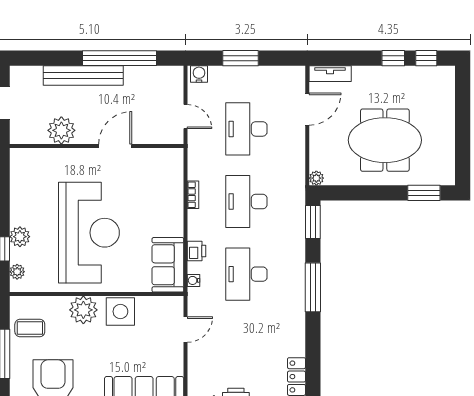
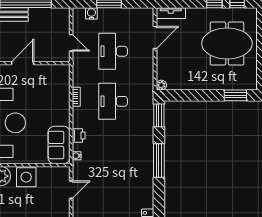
water cooler: (199, 74) -> (91, 13), moved
meeting table: (385, 140) -> (227, 43), moved
desk: (246, 274) -> (113, 151), removed

